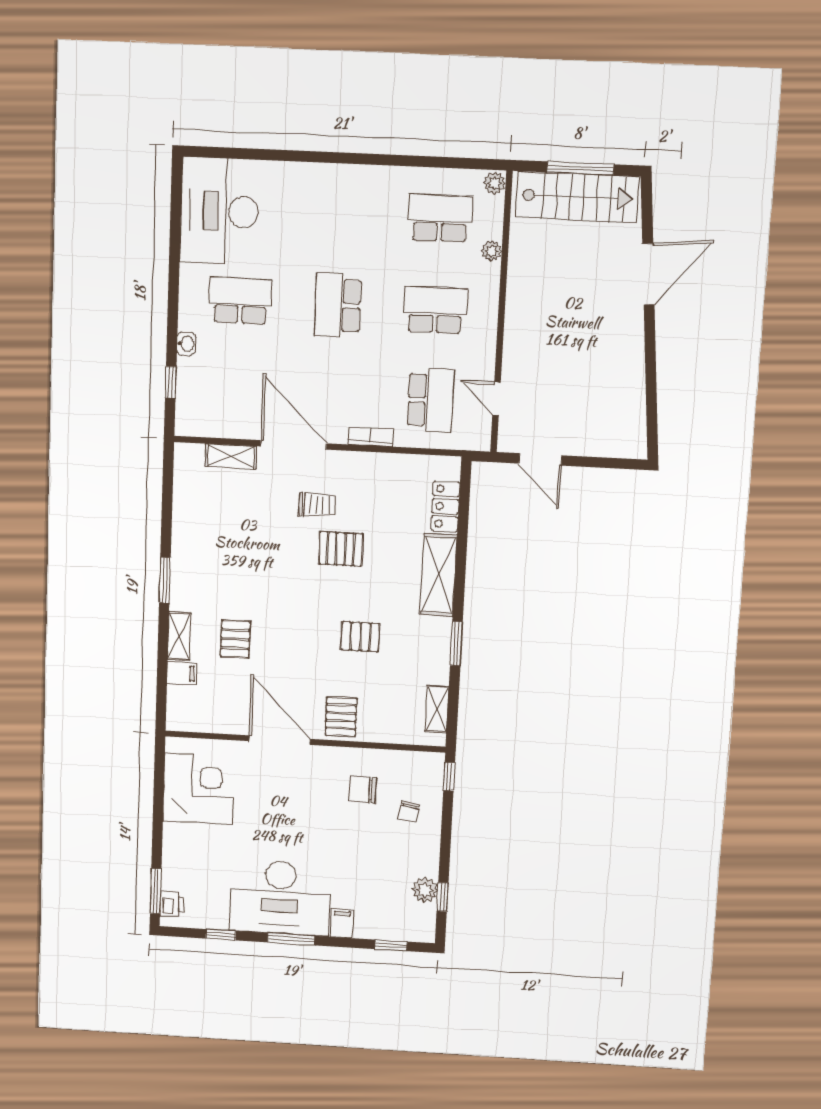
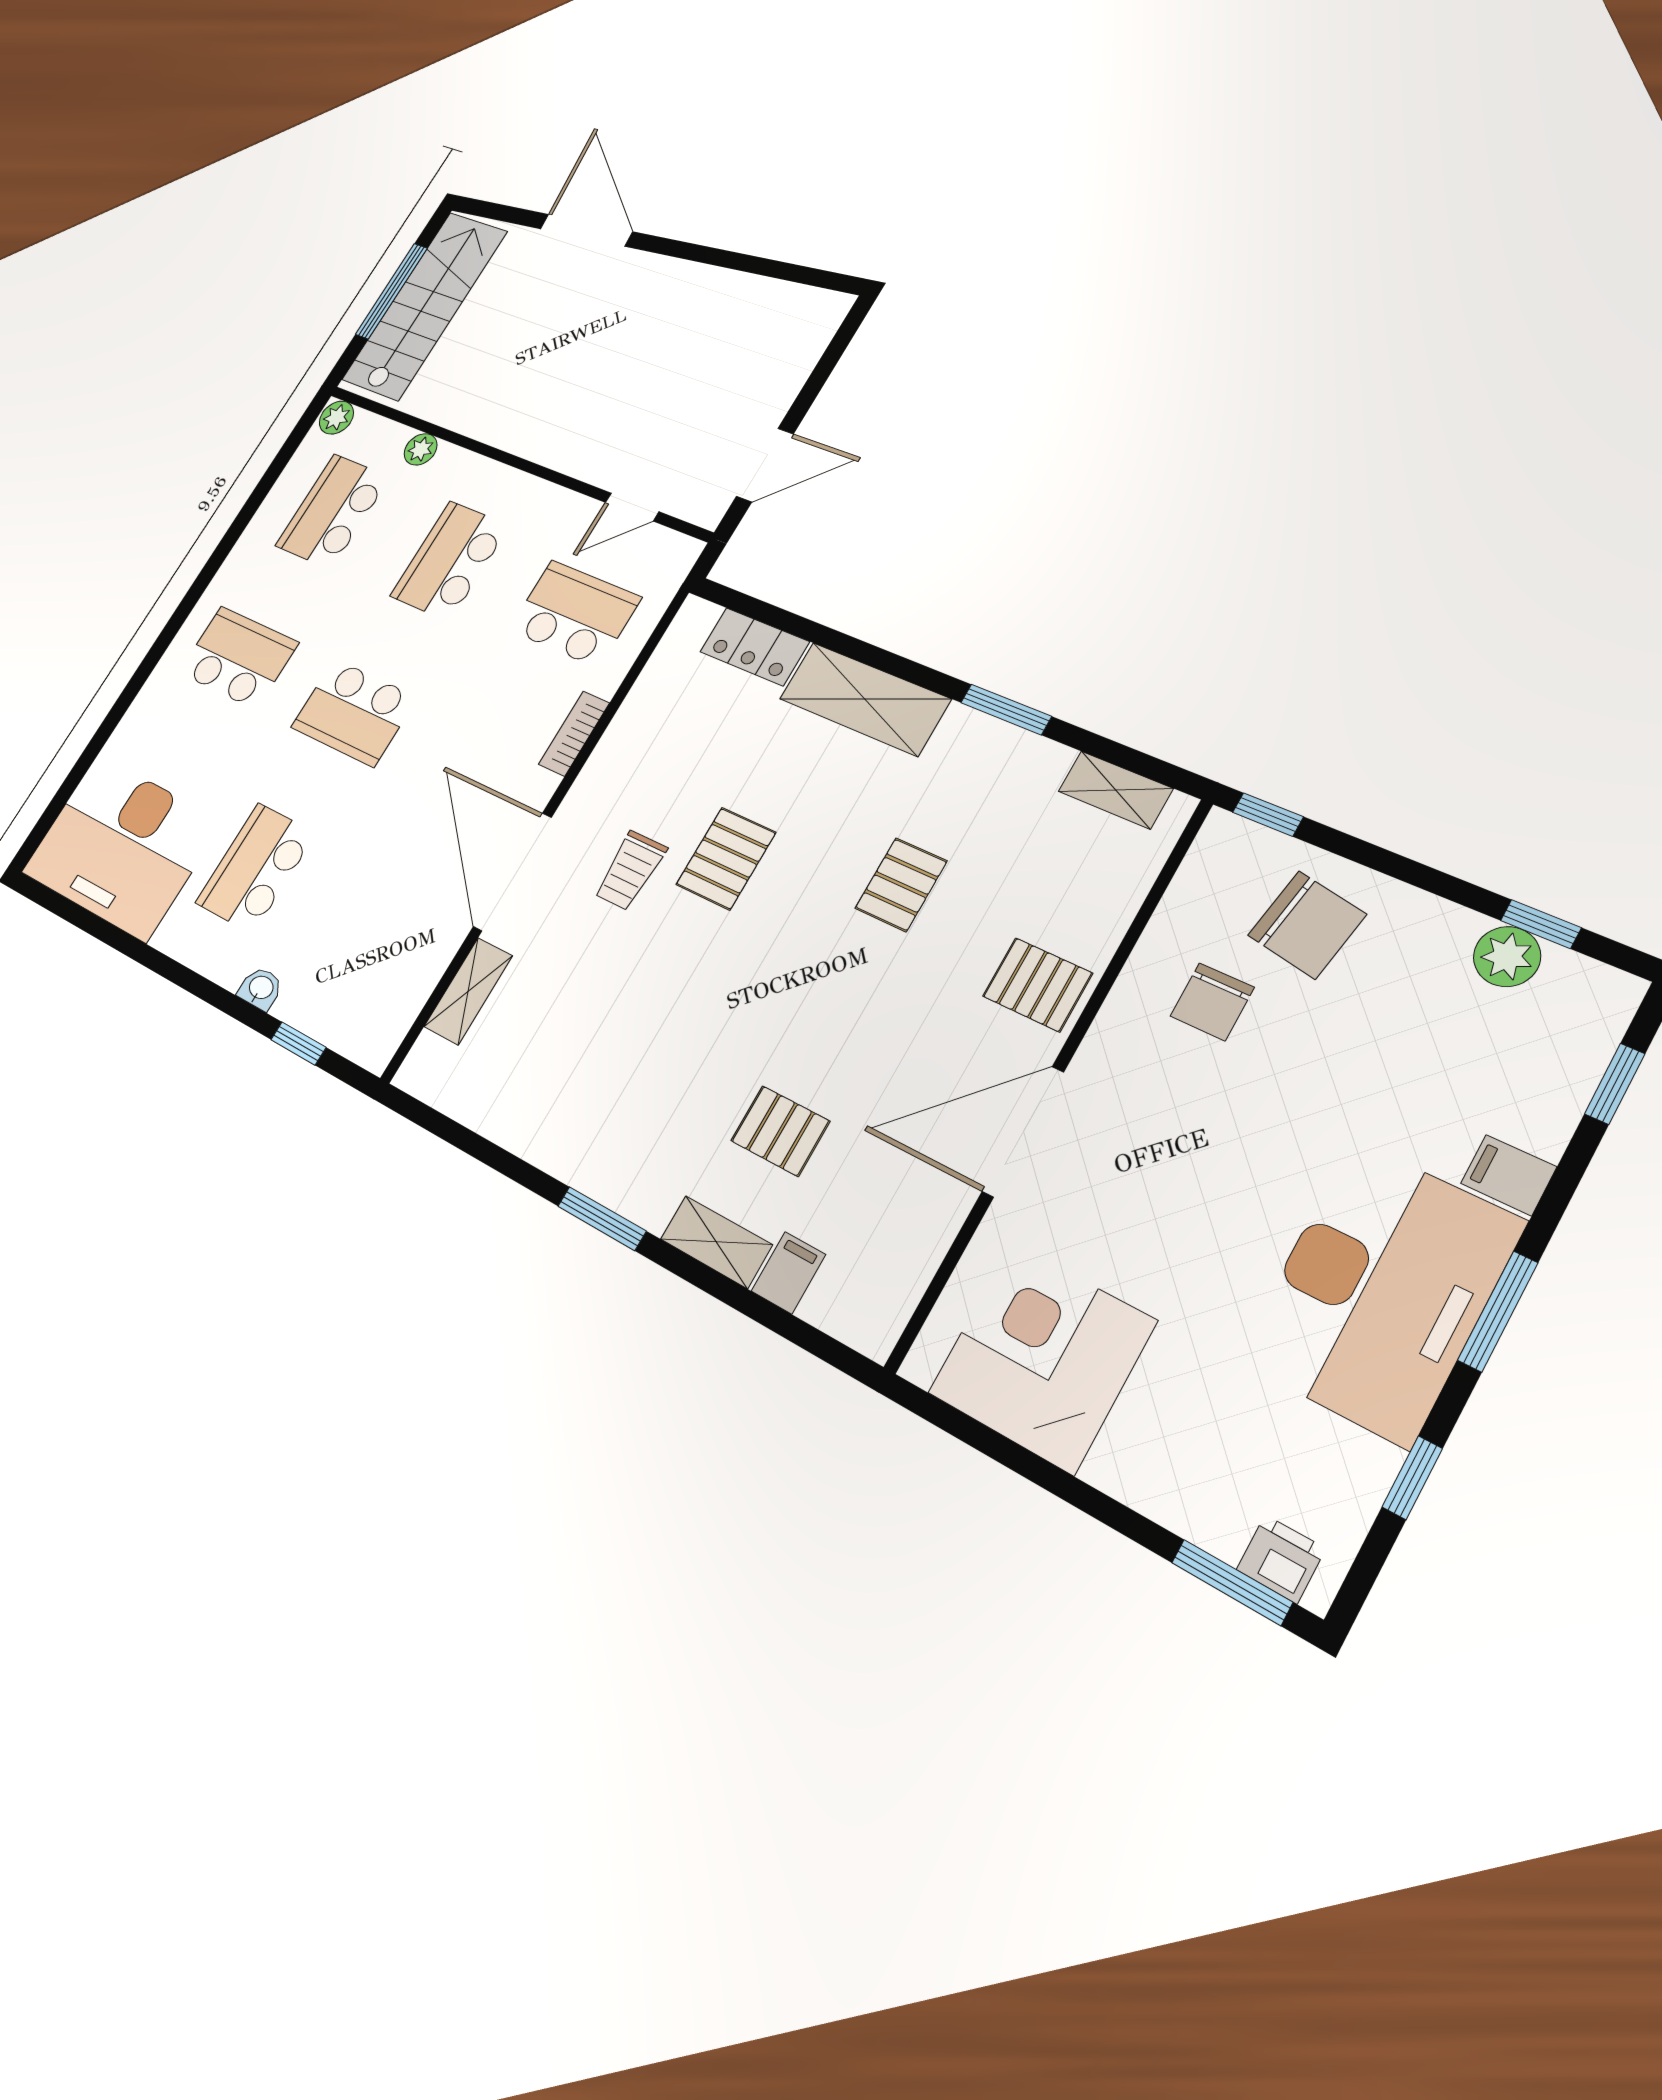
school desk: (342, 213) -> (238, 658), added
door: (293, 445) -> (512, 872), hinge flipped
trolley: (317, 505) -> (630, 871), turned 180
chair: (409, 812) -> (1307, 925), width x1.87, depth x1.87

